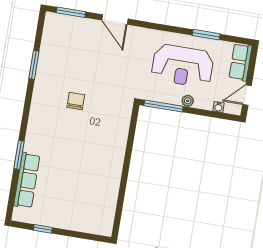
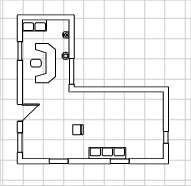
reception desk: (183, 66) -> (43, 63), turned 180
door: (247, 95) -> (55, 17), removed
row of seats: (27, 180) -> (107, 153), moved

